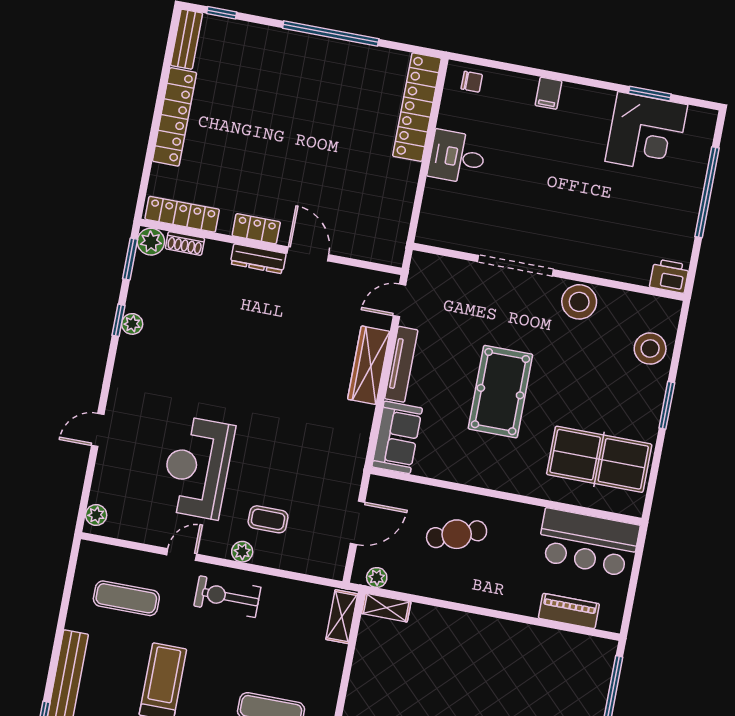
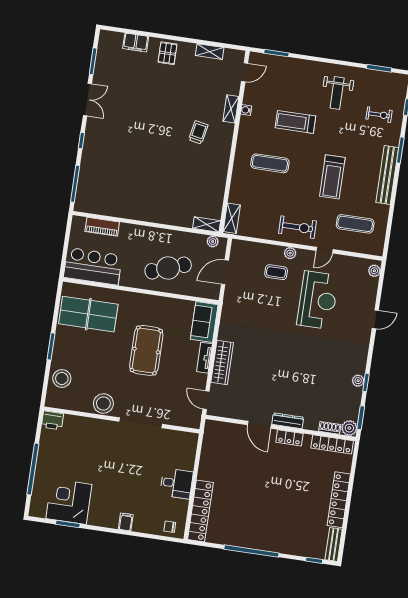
door: (399, 300) -> (206, 400), swing flipped
tv unit: (401, 364) -> (204, 358), width x0.71
cafe table: (457, 534) -> (168, 268), width x1.37, depth x1.35

